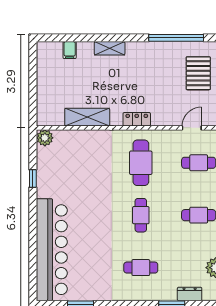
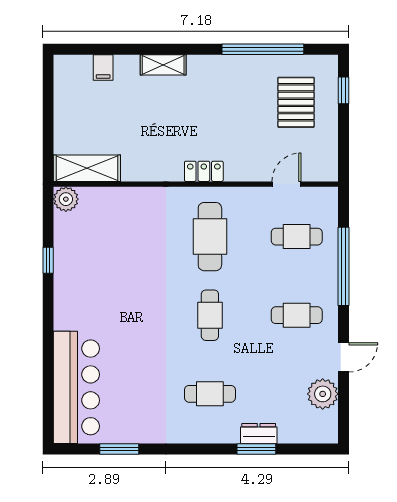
shelving: (87, 117) -> (87, 168), moved
bar counter: (52, 250) -> (76, 387), width x0.73
dresser: (190, 294) -> (259, 433), moved

